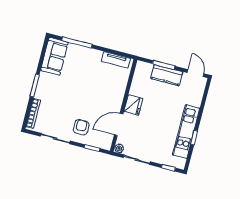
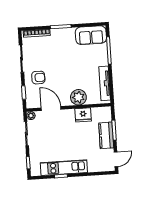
tv unit: (116, 60) -> (105, 83), width x1.41
plant: (116, 91) -> (78, 97), added
fridge: (133, 105) -> (83, 115), moved

